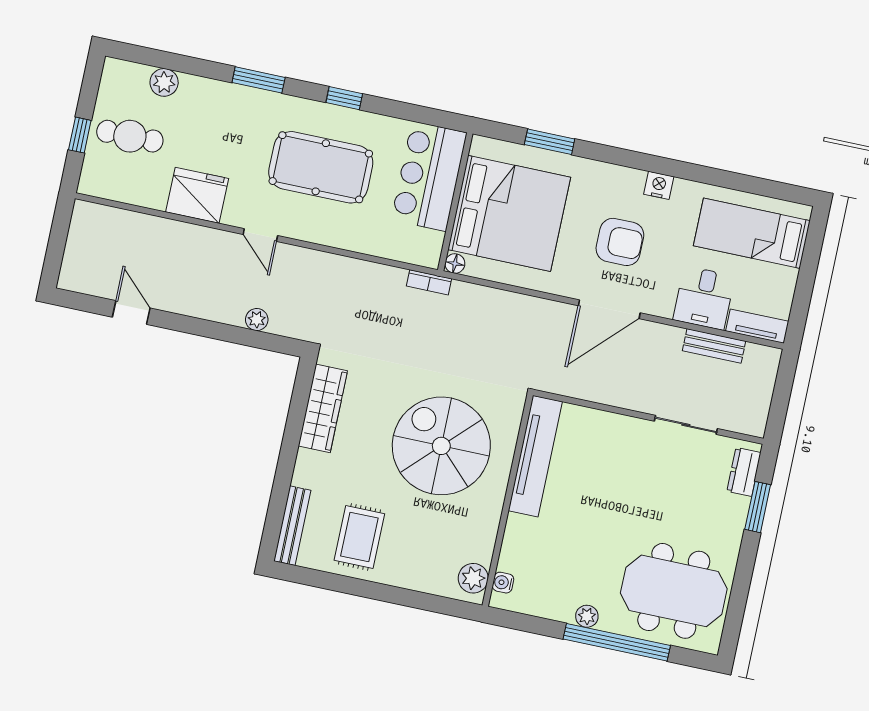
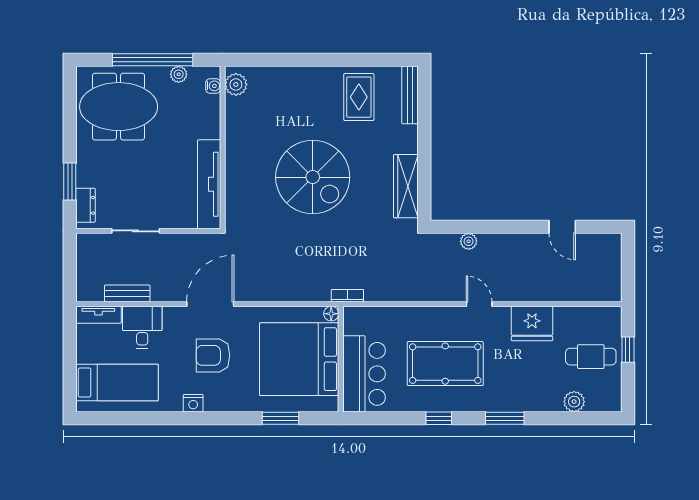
tv unit: (535, 456) -> (209, 184), moved
wall: (508, 500) -> (223, 147), moved
plant: (473, 578) -> (236, 84), moved
water cooler: (503, 583) -> (213, 86), moved

